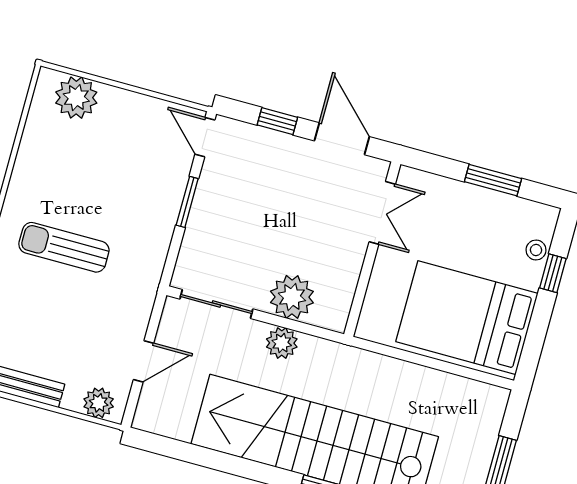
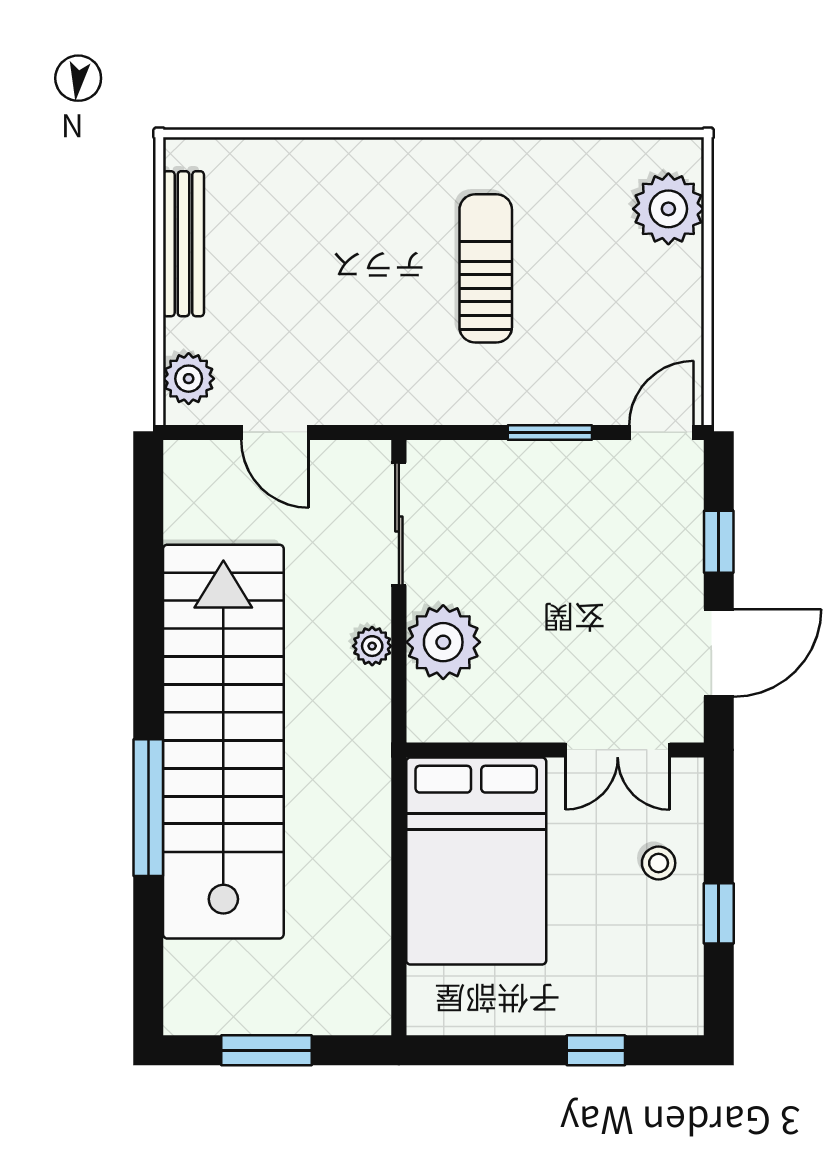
window: (493, 180) -> (719, 913), width x0.67
sun lounger: (64, 247) -> (486, 268), moved
stool: (536, 250) -> (659, 863), moved
bed: (467, 318) -> (476, 861), moved, turned 180
plant: (282, 343) -> (372, 646), width x0.73, depth x0.73

